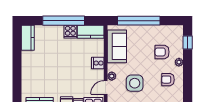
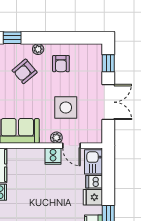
armchair: (162, 52) -> (25, 71), turned 50
cooker: (98, 63) -> (53, 156), moved

